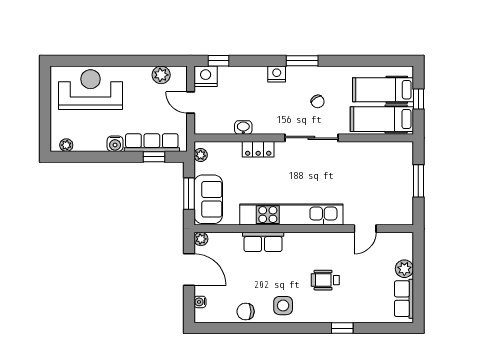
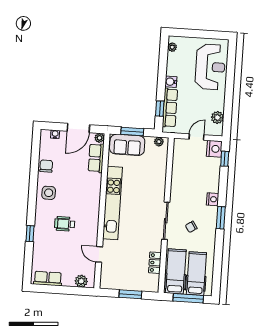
window: (418, 99) -> (188, 298), width x2.17
washbasin: (243, 127) -> (176, 173), removed
locker: (258, 149) -> (155, 263), moved
row of seats: (263, 242) -> (96, 158), moved
plant: (404, 269) -> (81, 281), moved
wheelchair: (325, 280) -> (65, 224), turned -90

